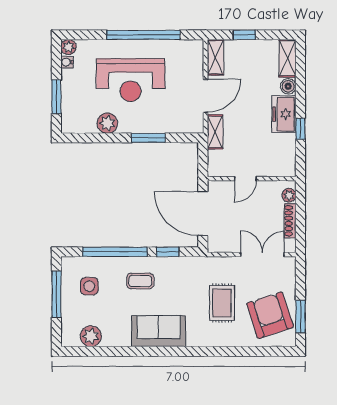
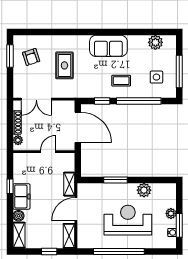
plant: (69, 47) -> (171, 213), moved
window: (56, 97) -> (179, 225), moved
armchair: (270, 315) -> (31, 57), width x0.53, depth x0.53

